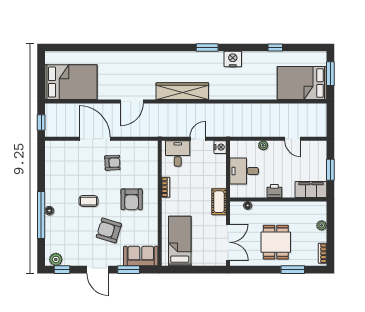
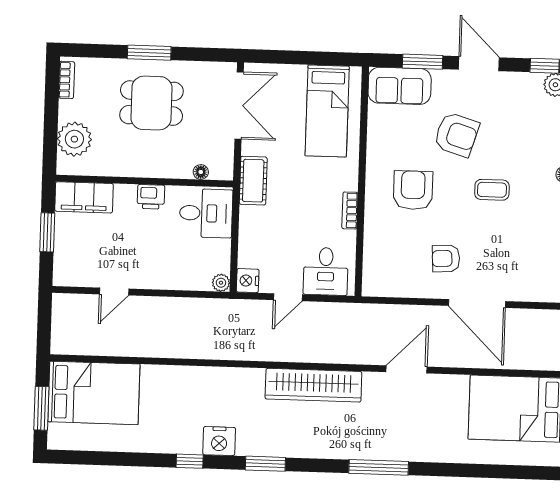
window: (145, 48) -> (379, 467), added
window: (275, 48) -> (190, 461), moved
door: (293, 139) -> (114, 291), swing flipped
plant: (263, 145) -> (221, 283), moved
desk: (244, 171) -> (206, 213), moved
plant: (322, 225) -> (74, 139), width x1.88, depth x1.88
double door: (228, 242) -> (239, 105), swing flipped
dining table: (276, 242) -> (151, 103), turned 90
window: (293, 270) -> (149, 53), moved

